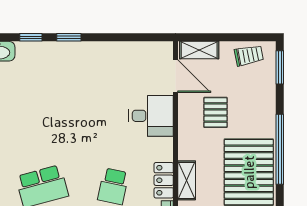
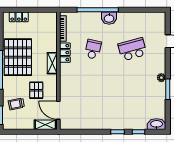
trolley: (249, 55) -> (16, 104), moved
desk: (151, 116) -> (72, 88), removed
shelving: (187, 180) -> (52, 63), moved

